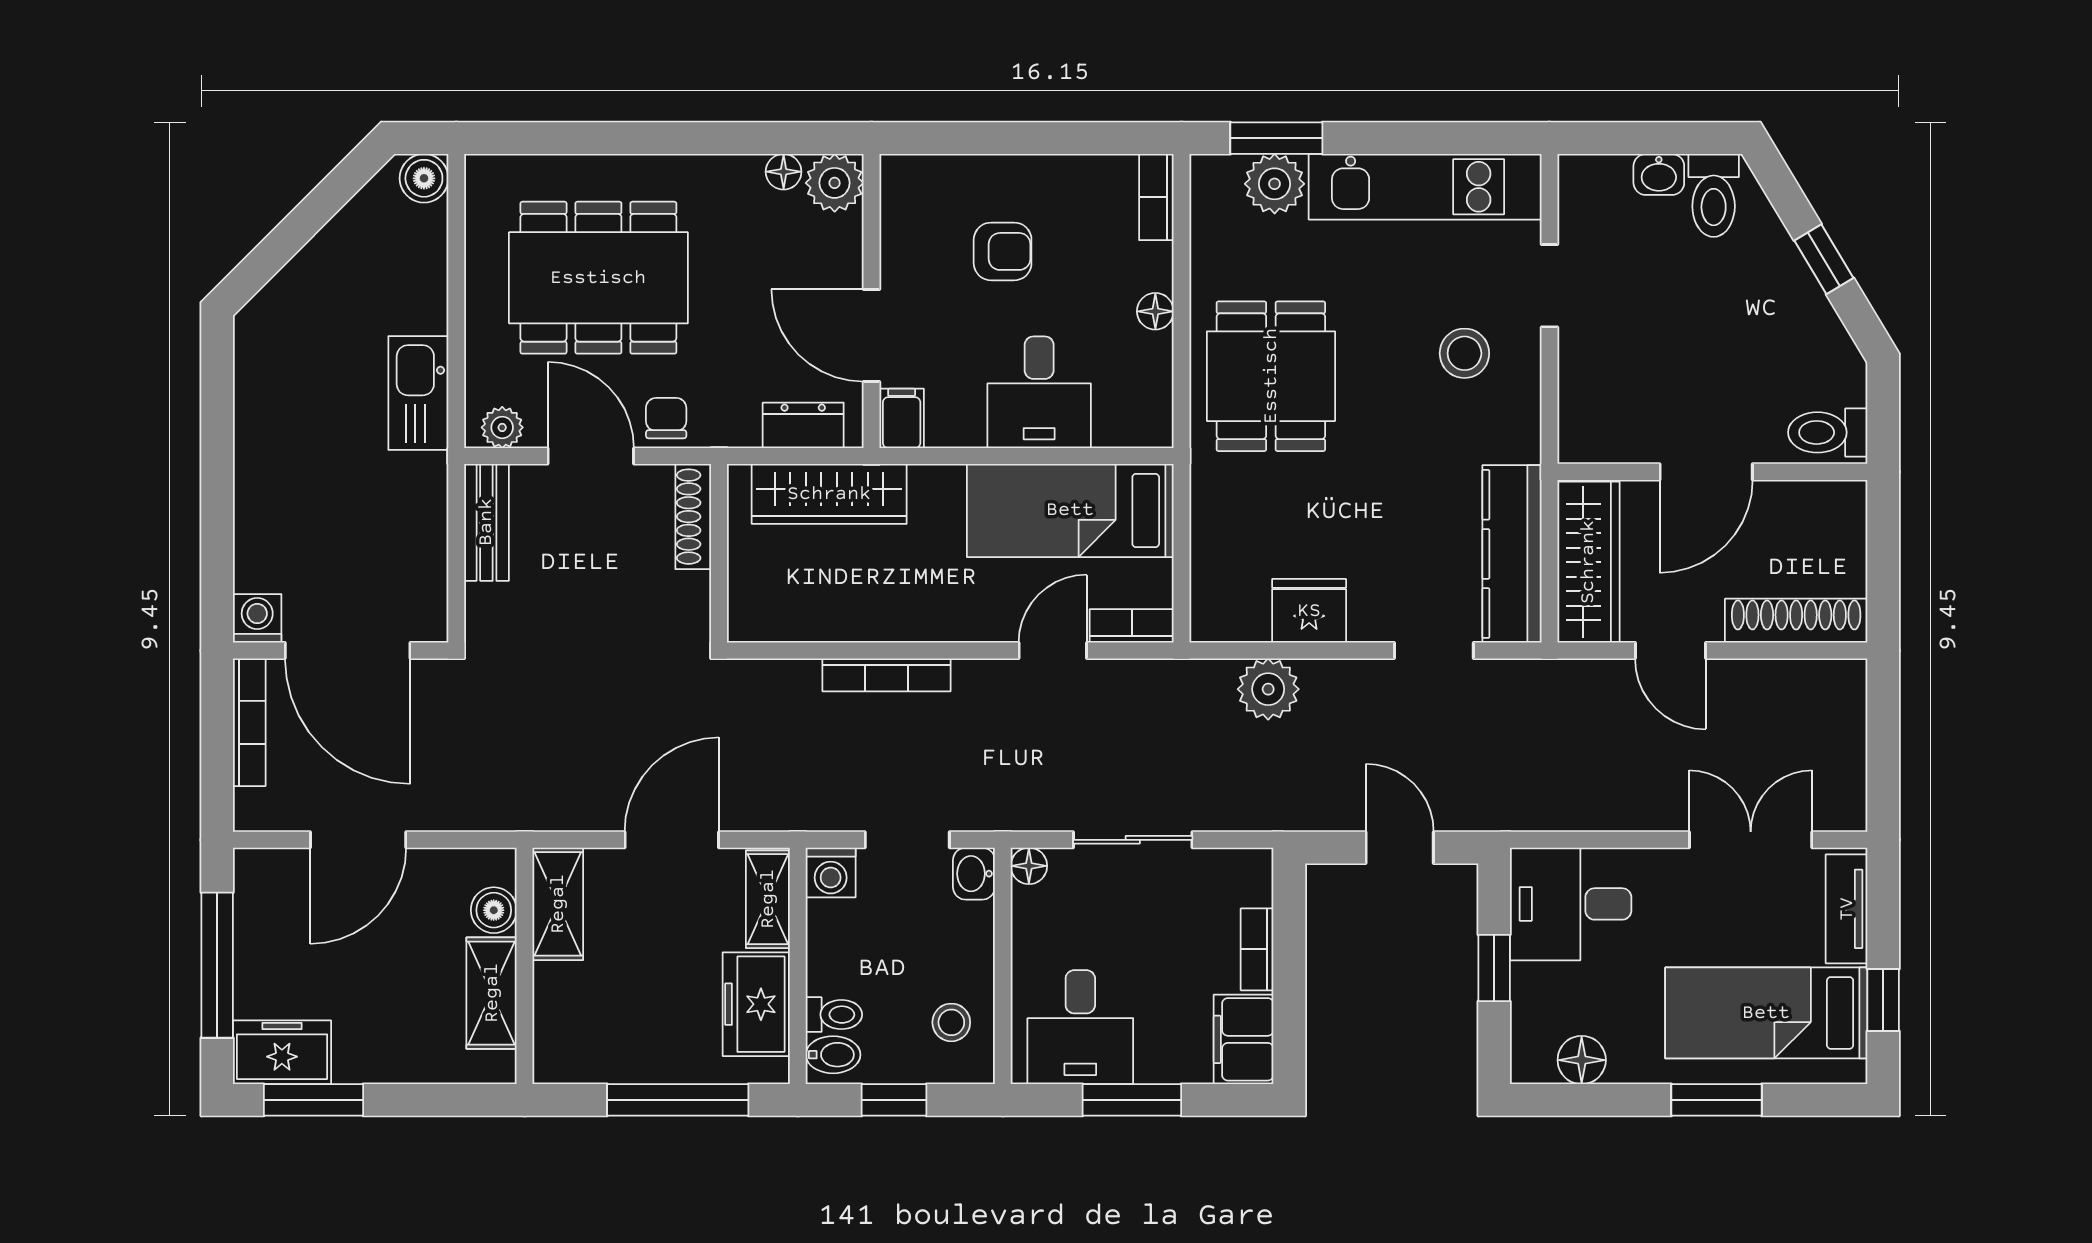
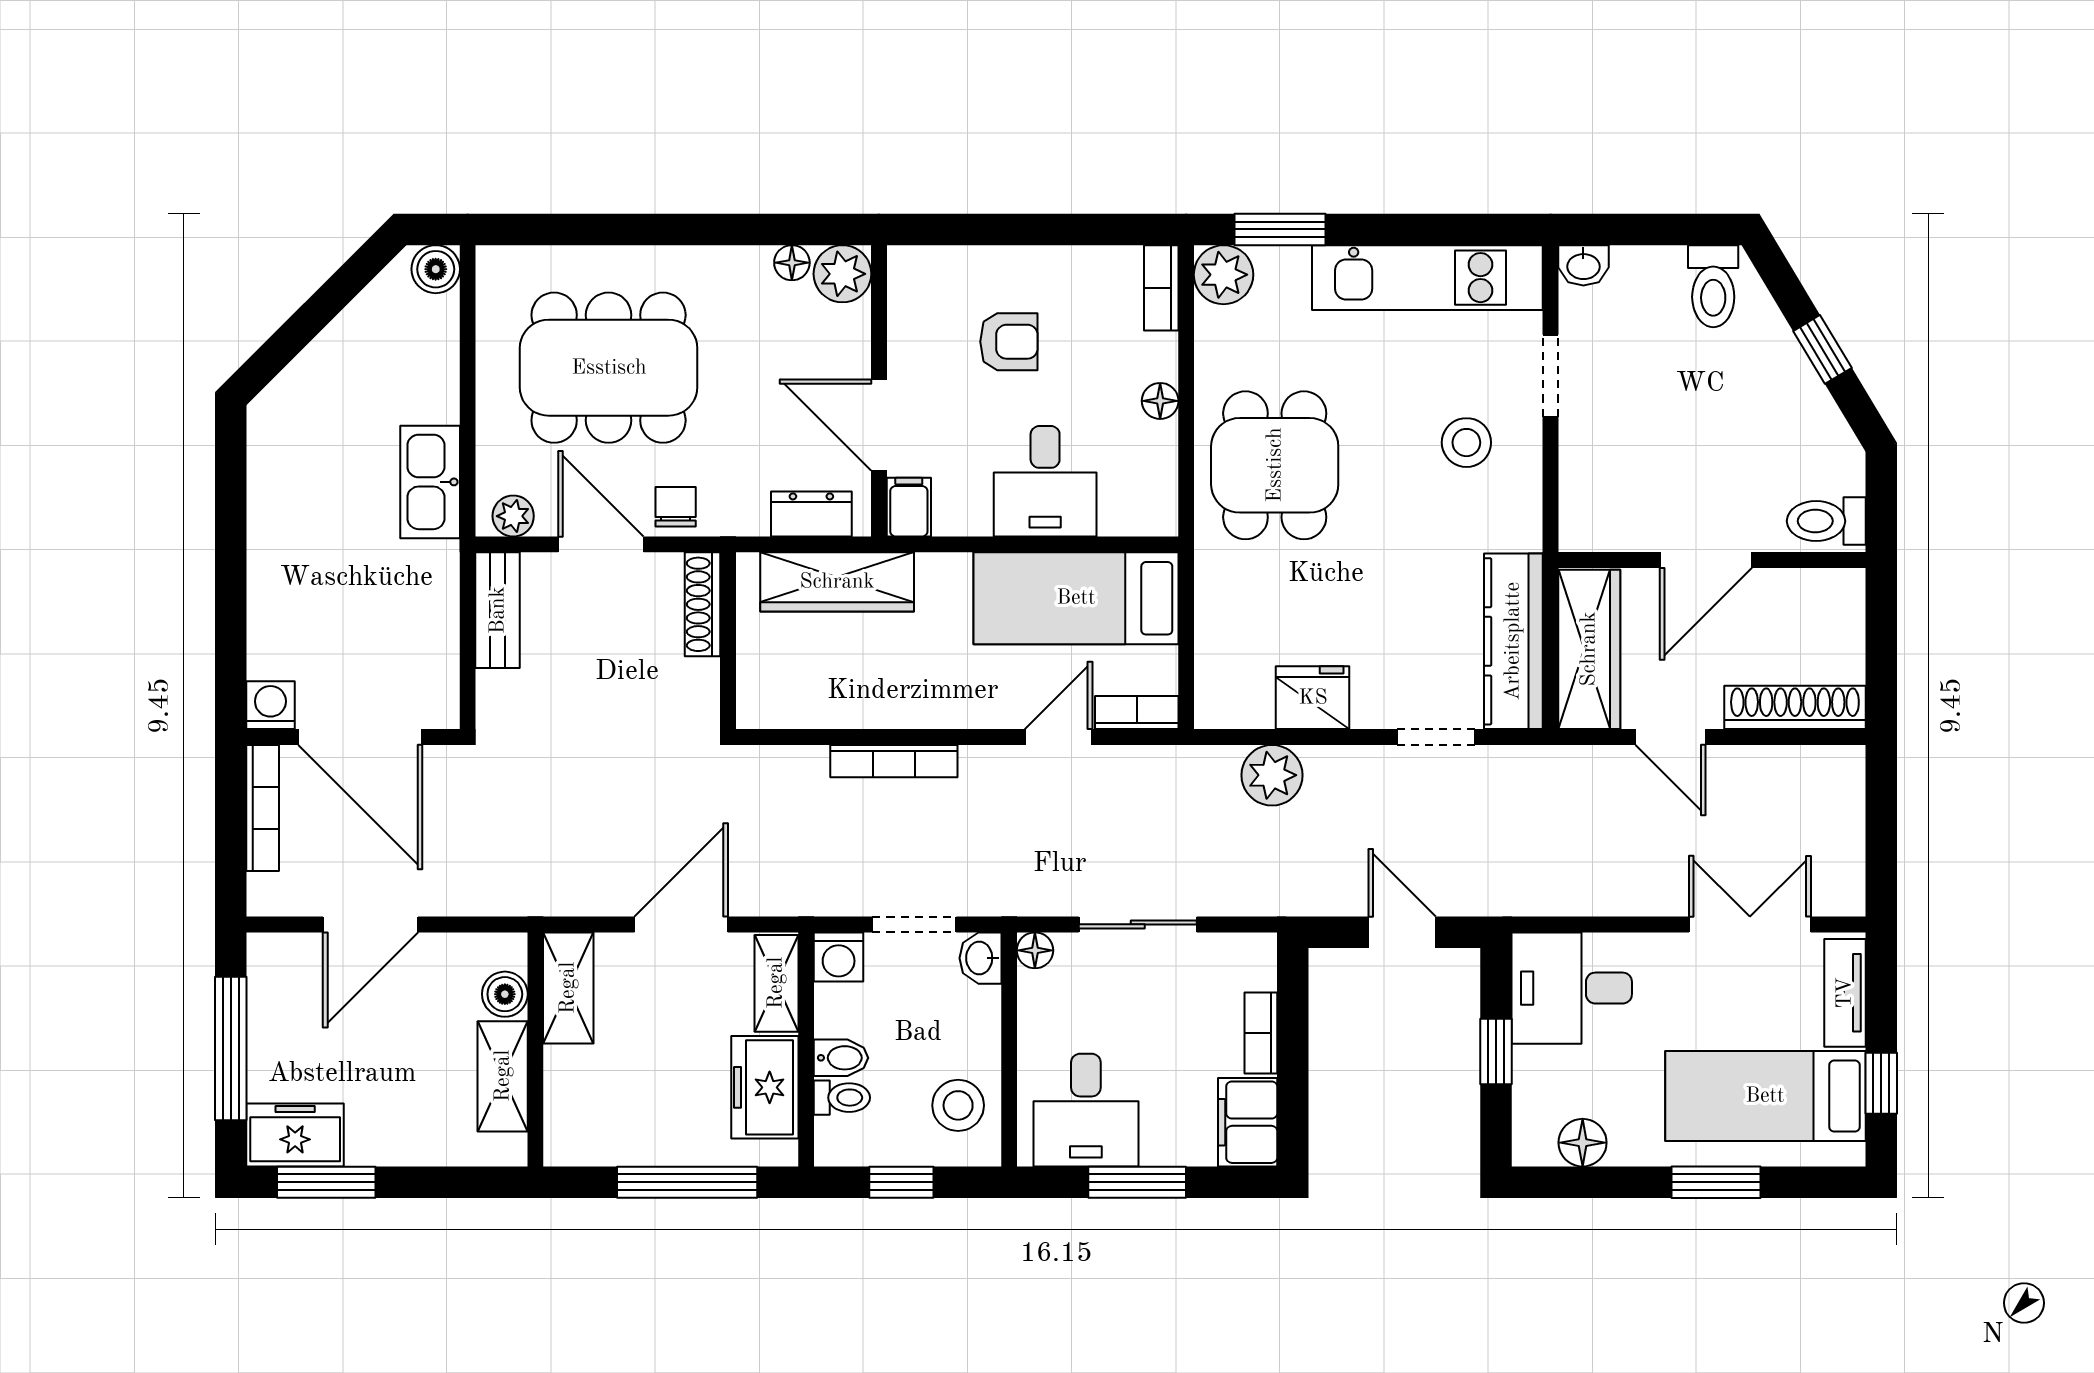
washbasin: (1659, 174) -> (1583, 265), moved
plant: (1275, 184) -> (1224, 275), moved
stool: (951, 1022) -> (958, 1105), width x1.37, depth x1.37
bidet: (833, 1055) -> (841, 1058), moved

